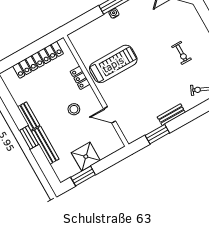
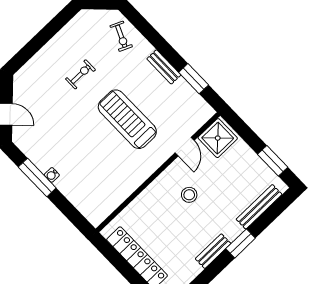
treadmill: (113, 64) -> (127, 119), moved
locker: (80, 78) -> (146, 197), removed
bench: (45, 145) -> (259, 207), moved
shower: (86, 157) -> (218, 138), moved

